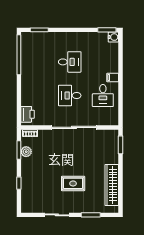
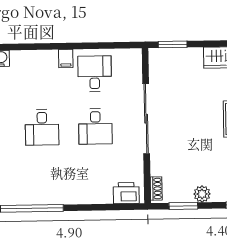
desk: (70, 62) -> (42, 127), turned 180
desk: (103, 96) -> (95, 74), turned -90
plant: (26, 152) -> (202, 194), moved

